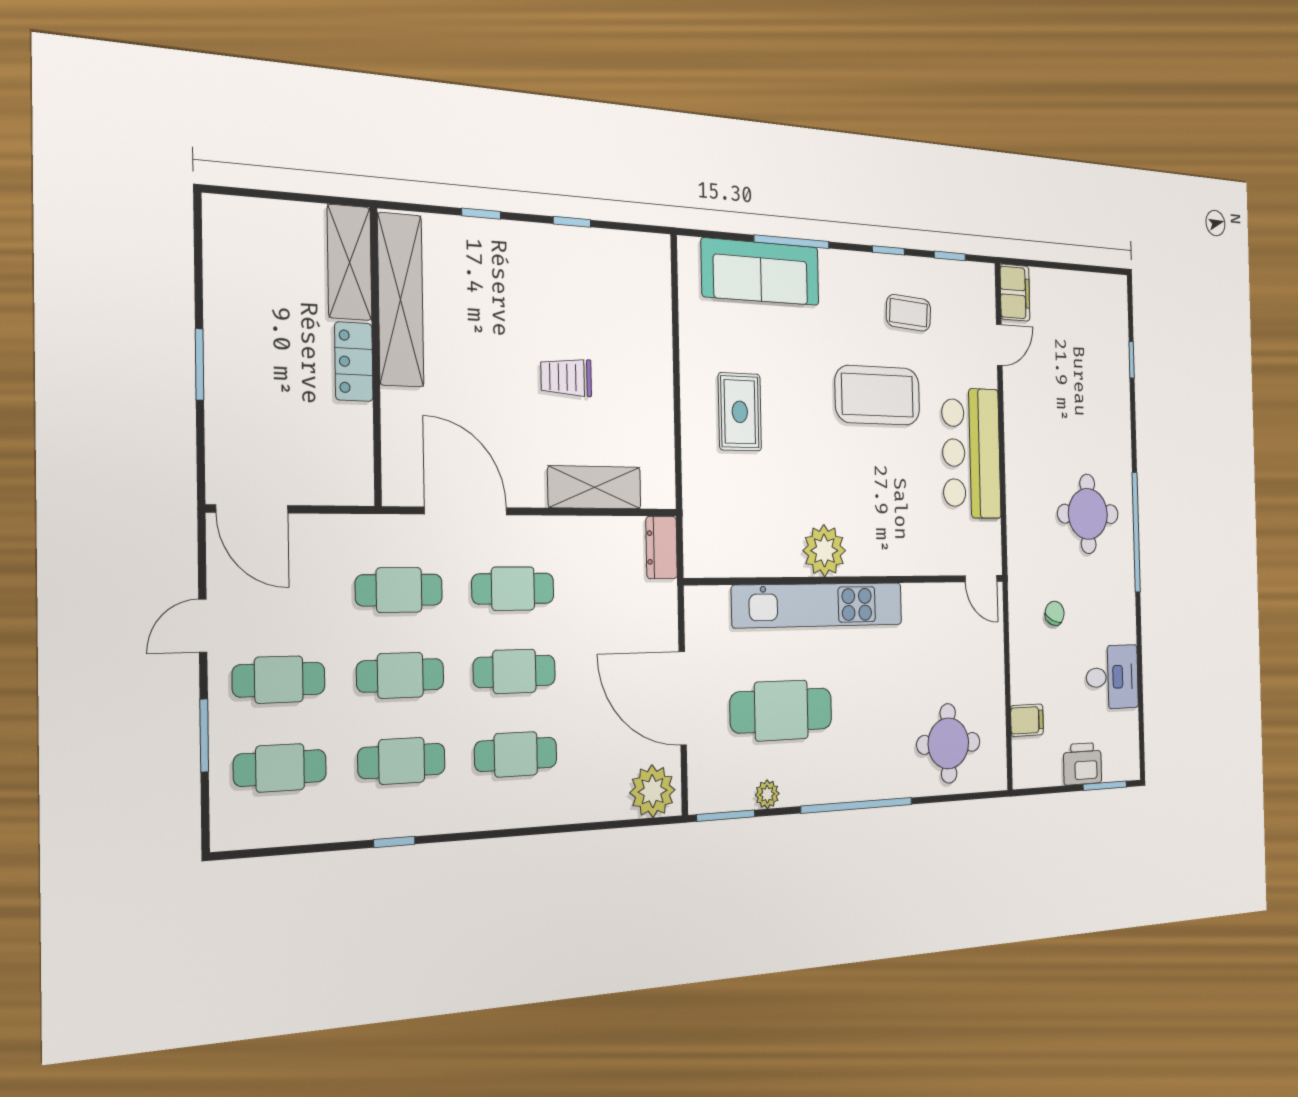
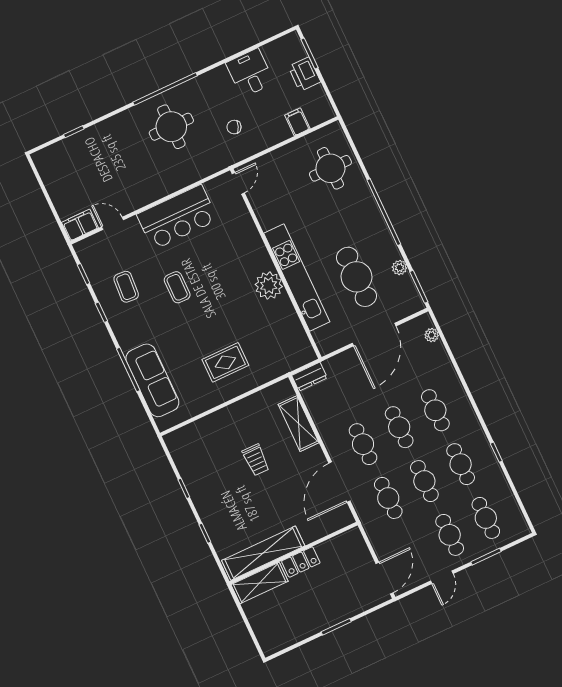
coffee table: (878, 395) -> (177, 287), width x0.54, depth x0.58
door: (203, 626) -> (442, 577), hinge flipped
plant: (652, 791) -> (432, 335), width x0.53, depth x0.53

